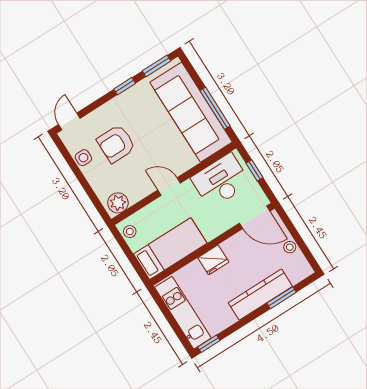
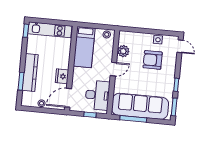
armchair: (116, 144) -> (153, 60), turned -90
plant: (118, 203) -> (123, 51), moved
fridge: (213, 260) -> (62, 76), moved

